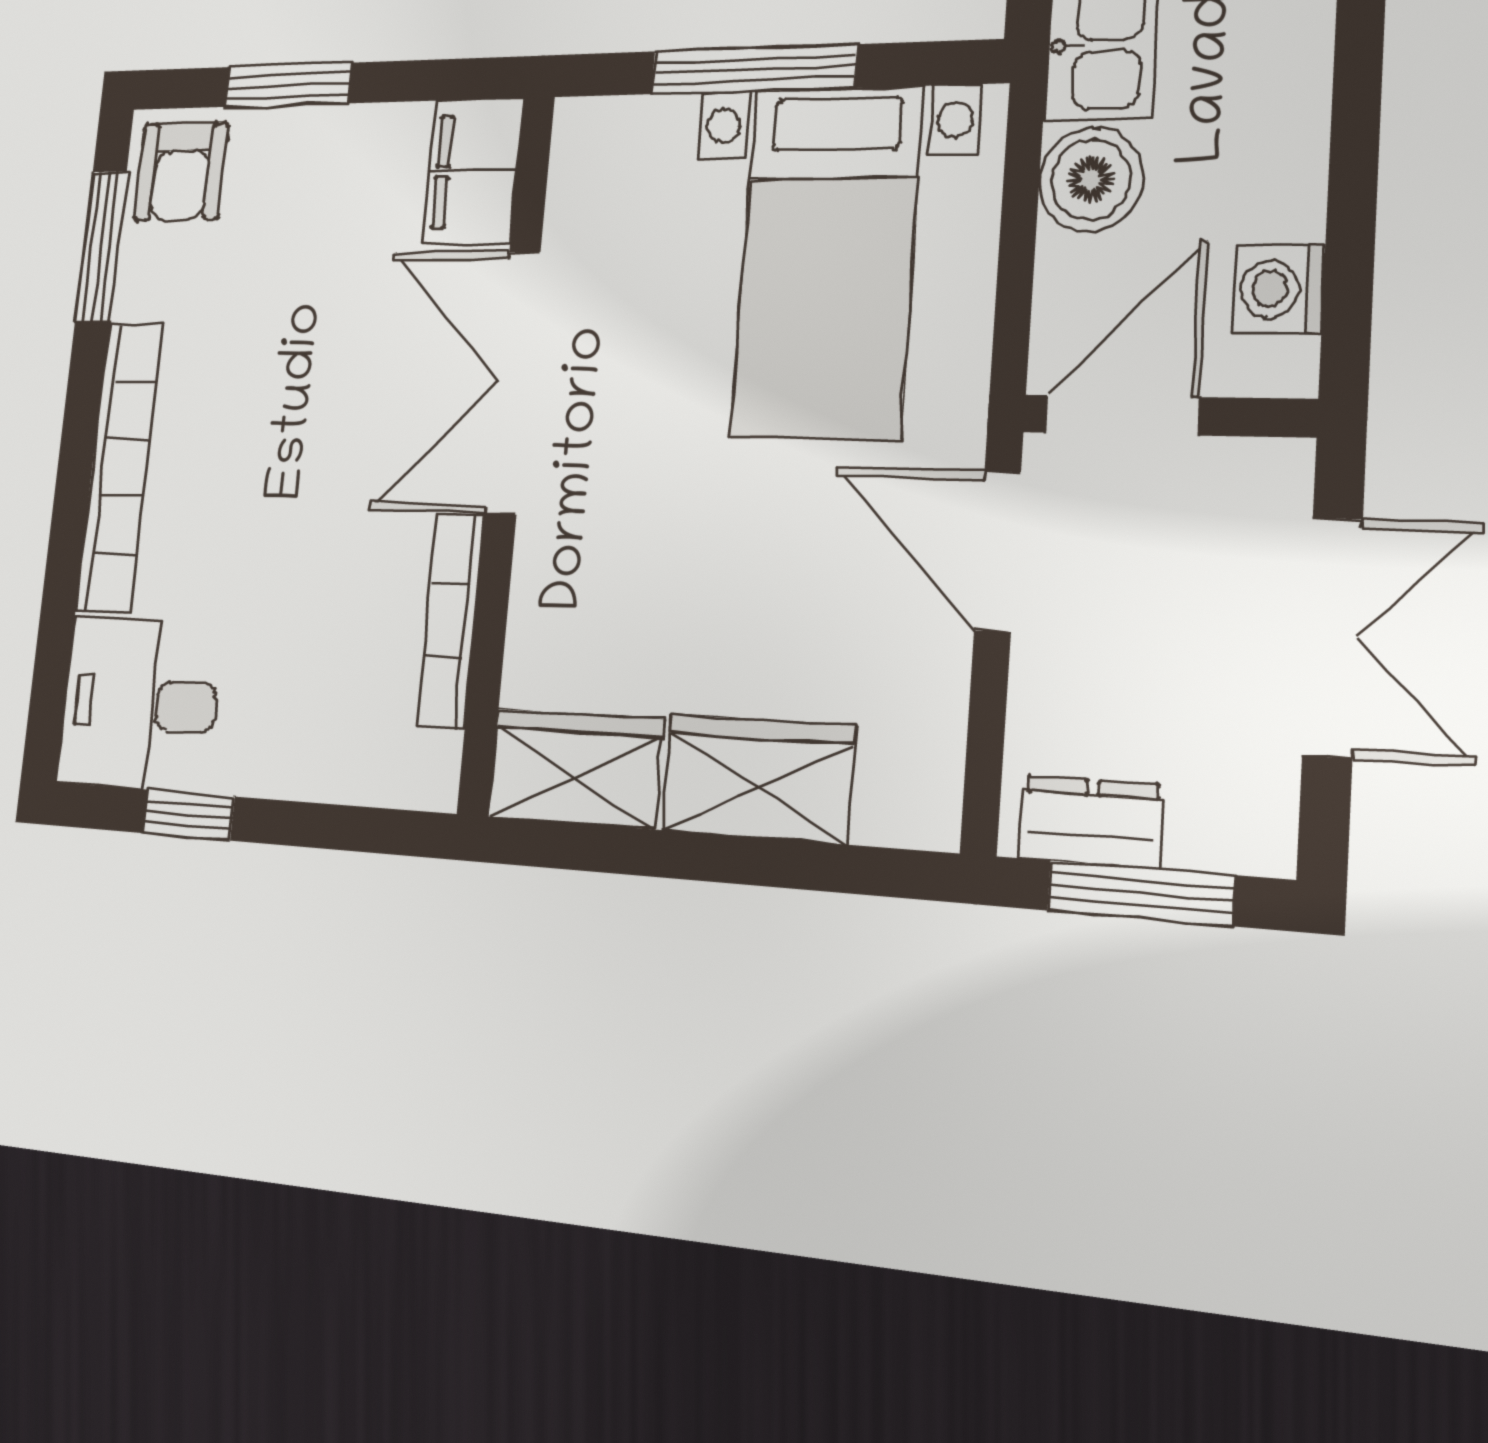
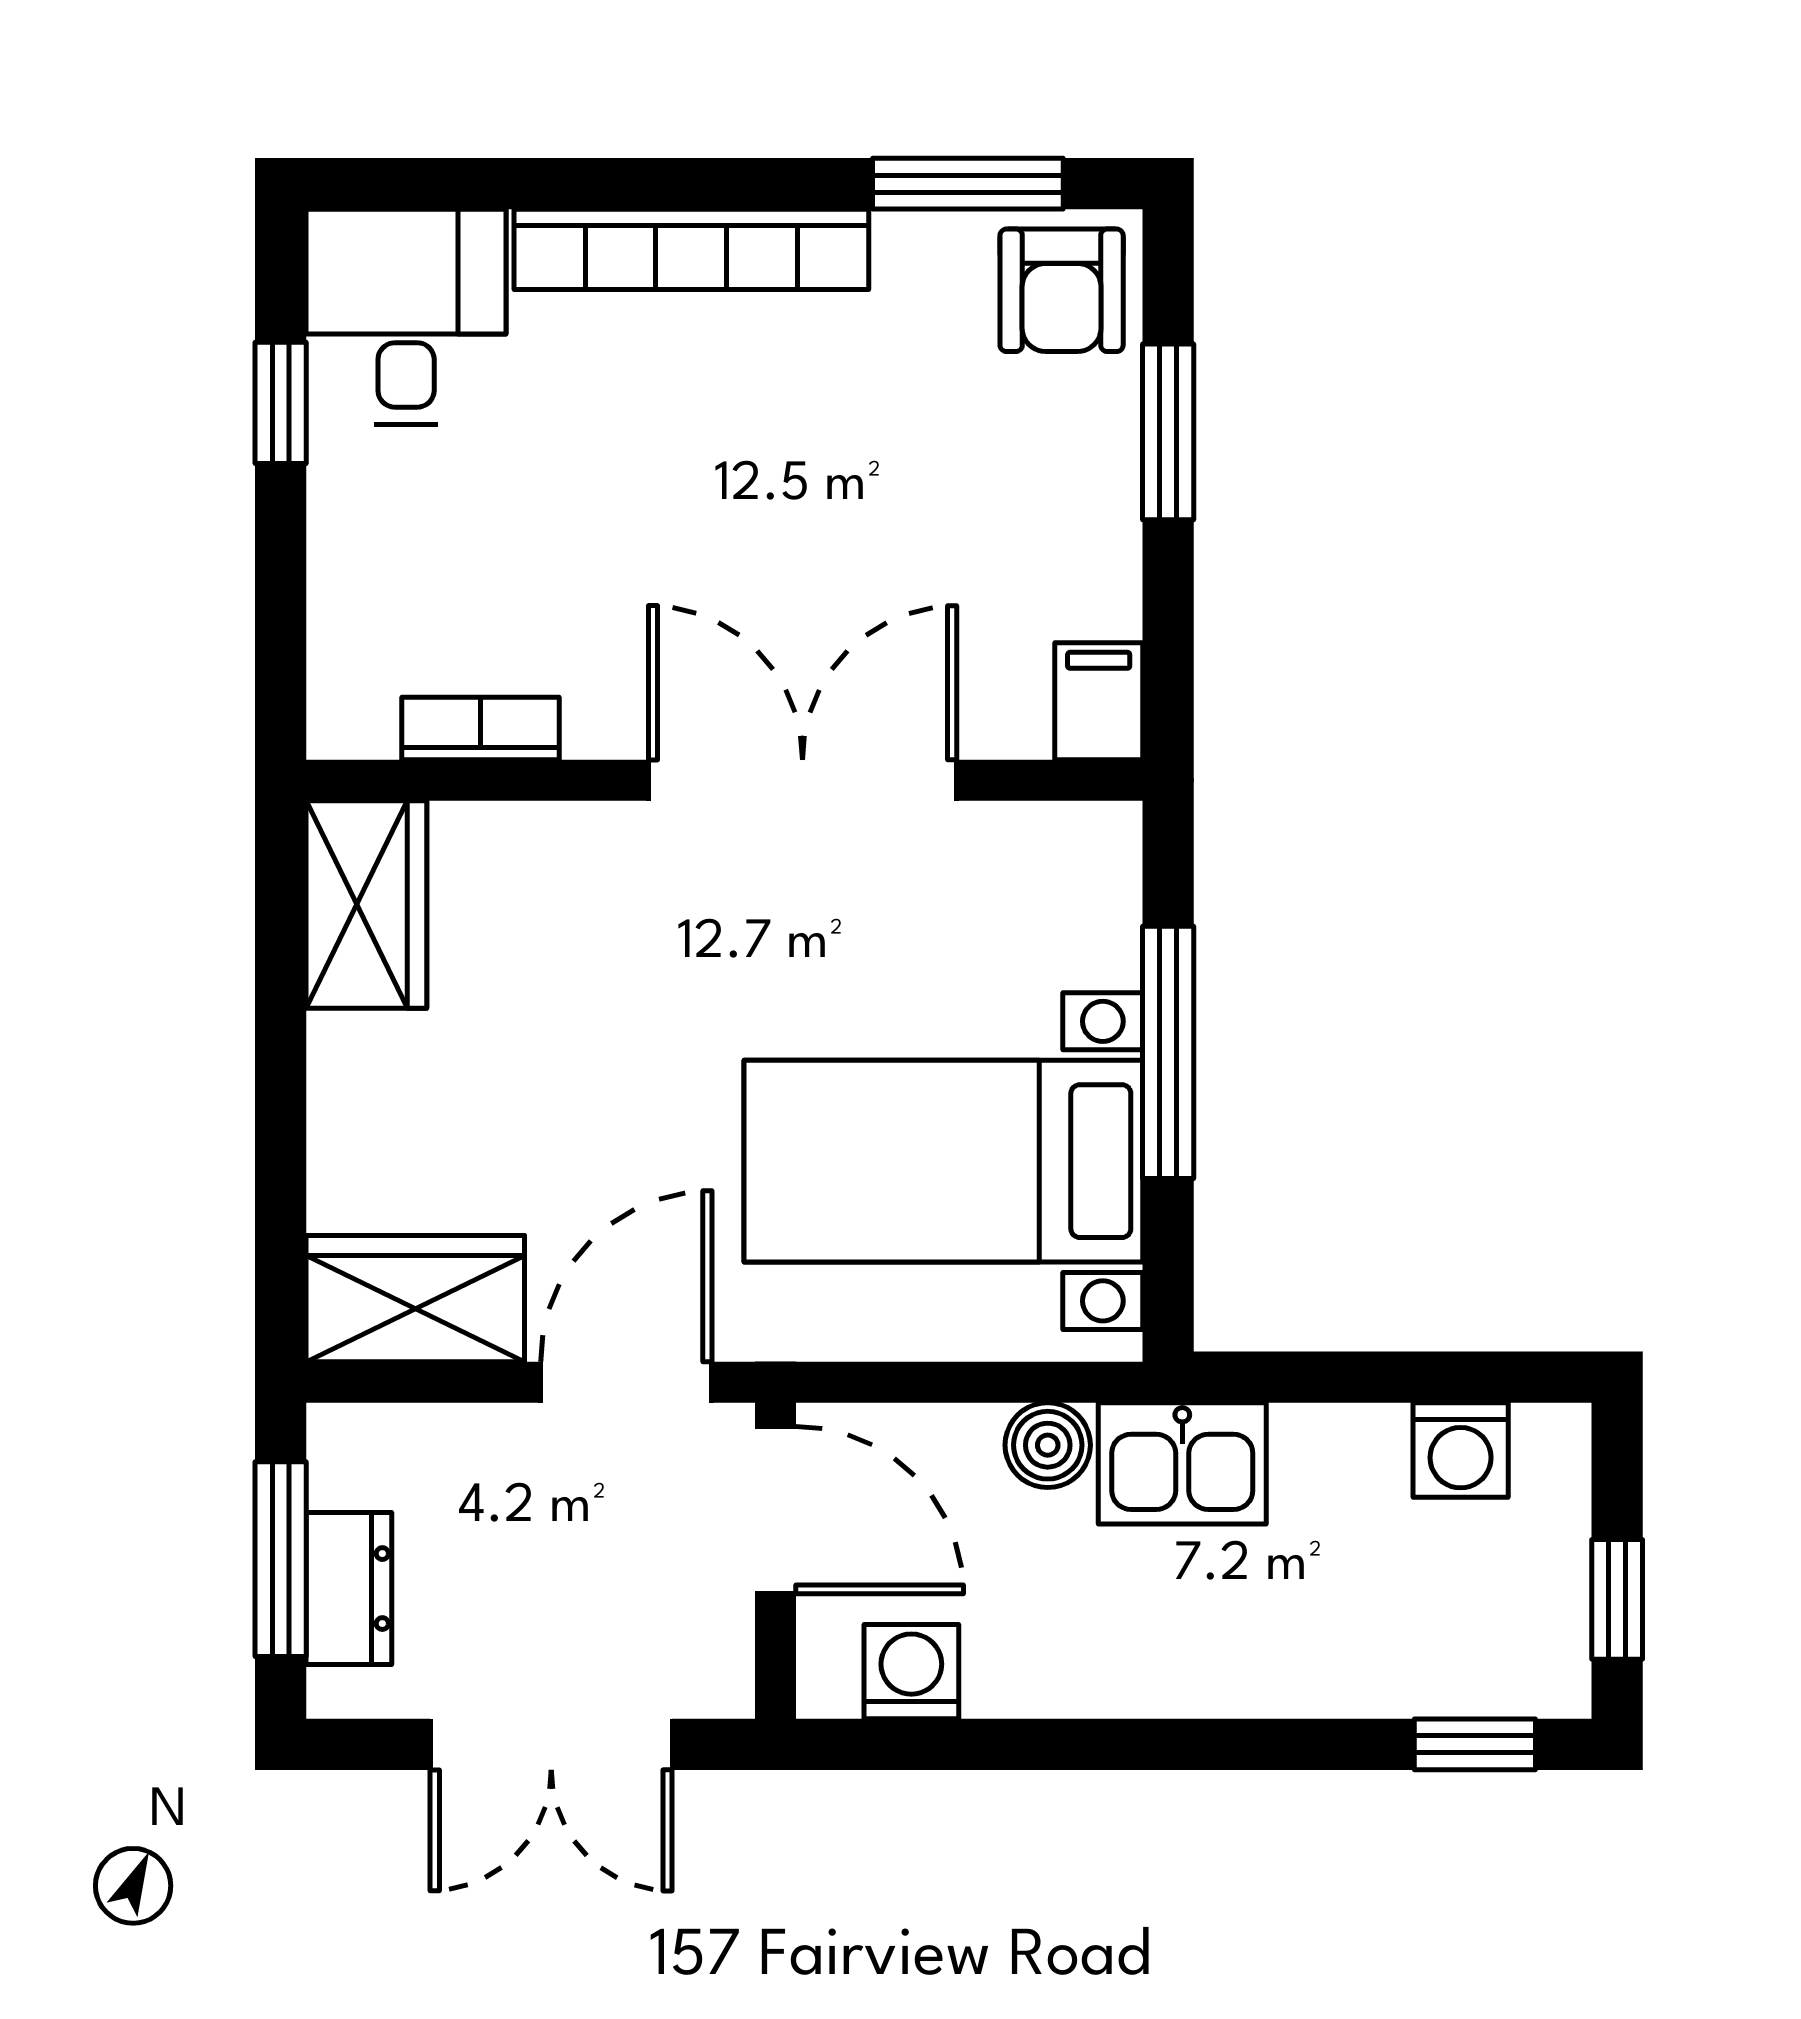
filing cabinet: (473, 171) -> (1099, 701), width x0.50
armchair: (181, 172) -> (1062, 290), turned -90
boiler: (1091, 180) -> (1048, 1445), width x0.73, depth x0.73
bookcase: (451, 620) -> (480, 728), width x0.64
wardrobe: (758, 778) -> (415, 1299), moved, turned -90
dresser: (1091, 822) -> (349, 1589), moved

